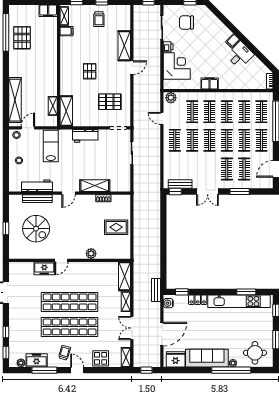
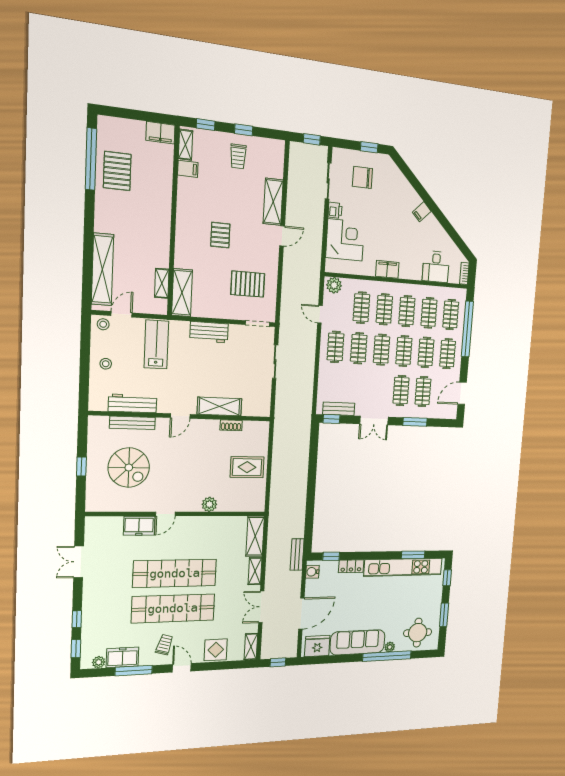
desk: (240, 55) -> (436, 267), moved, turned 135

